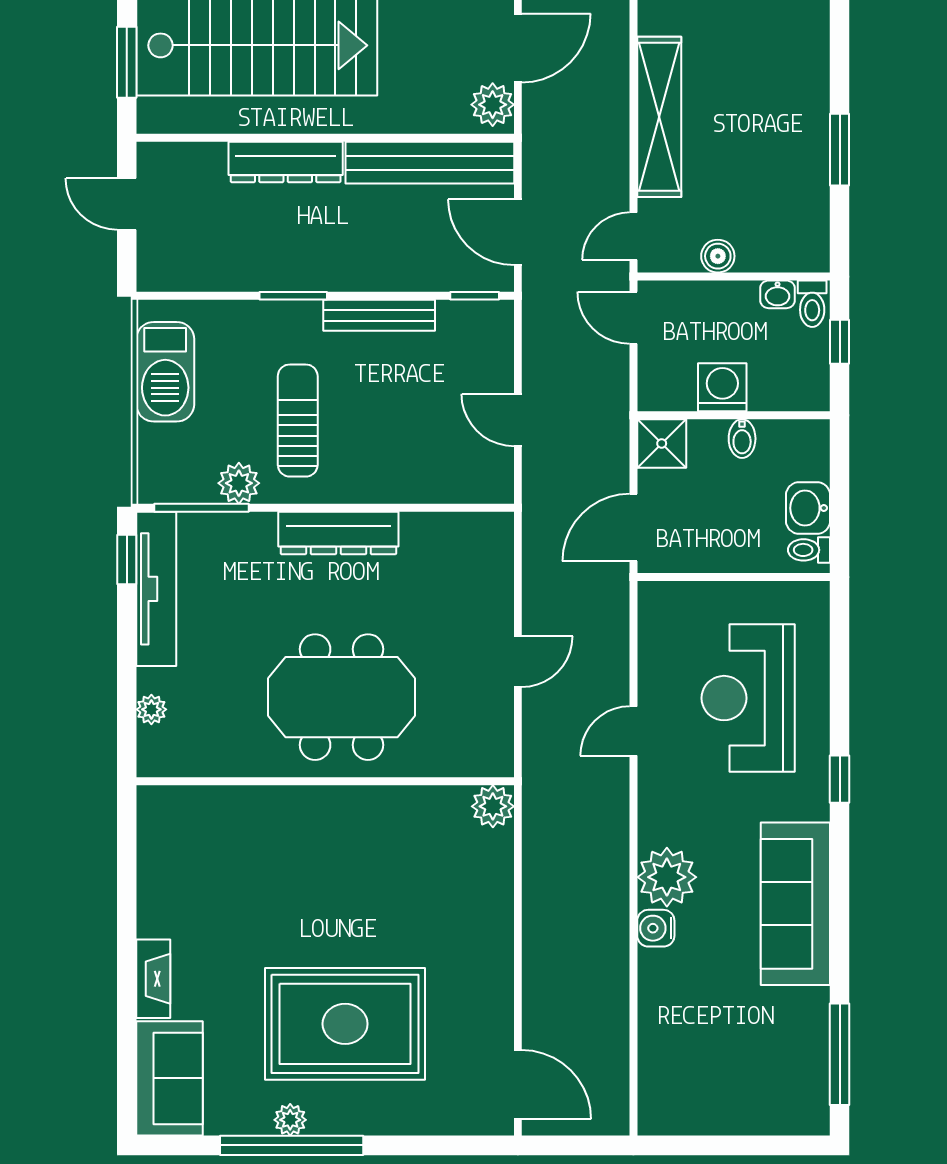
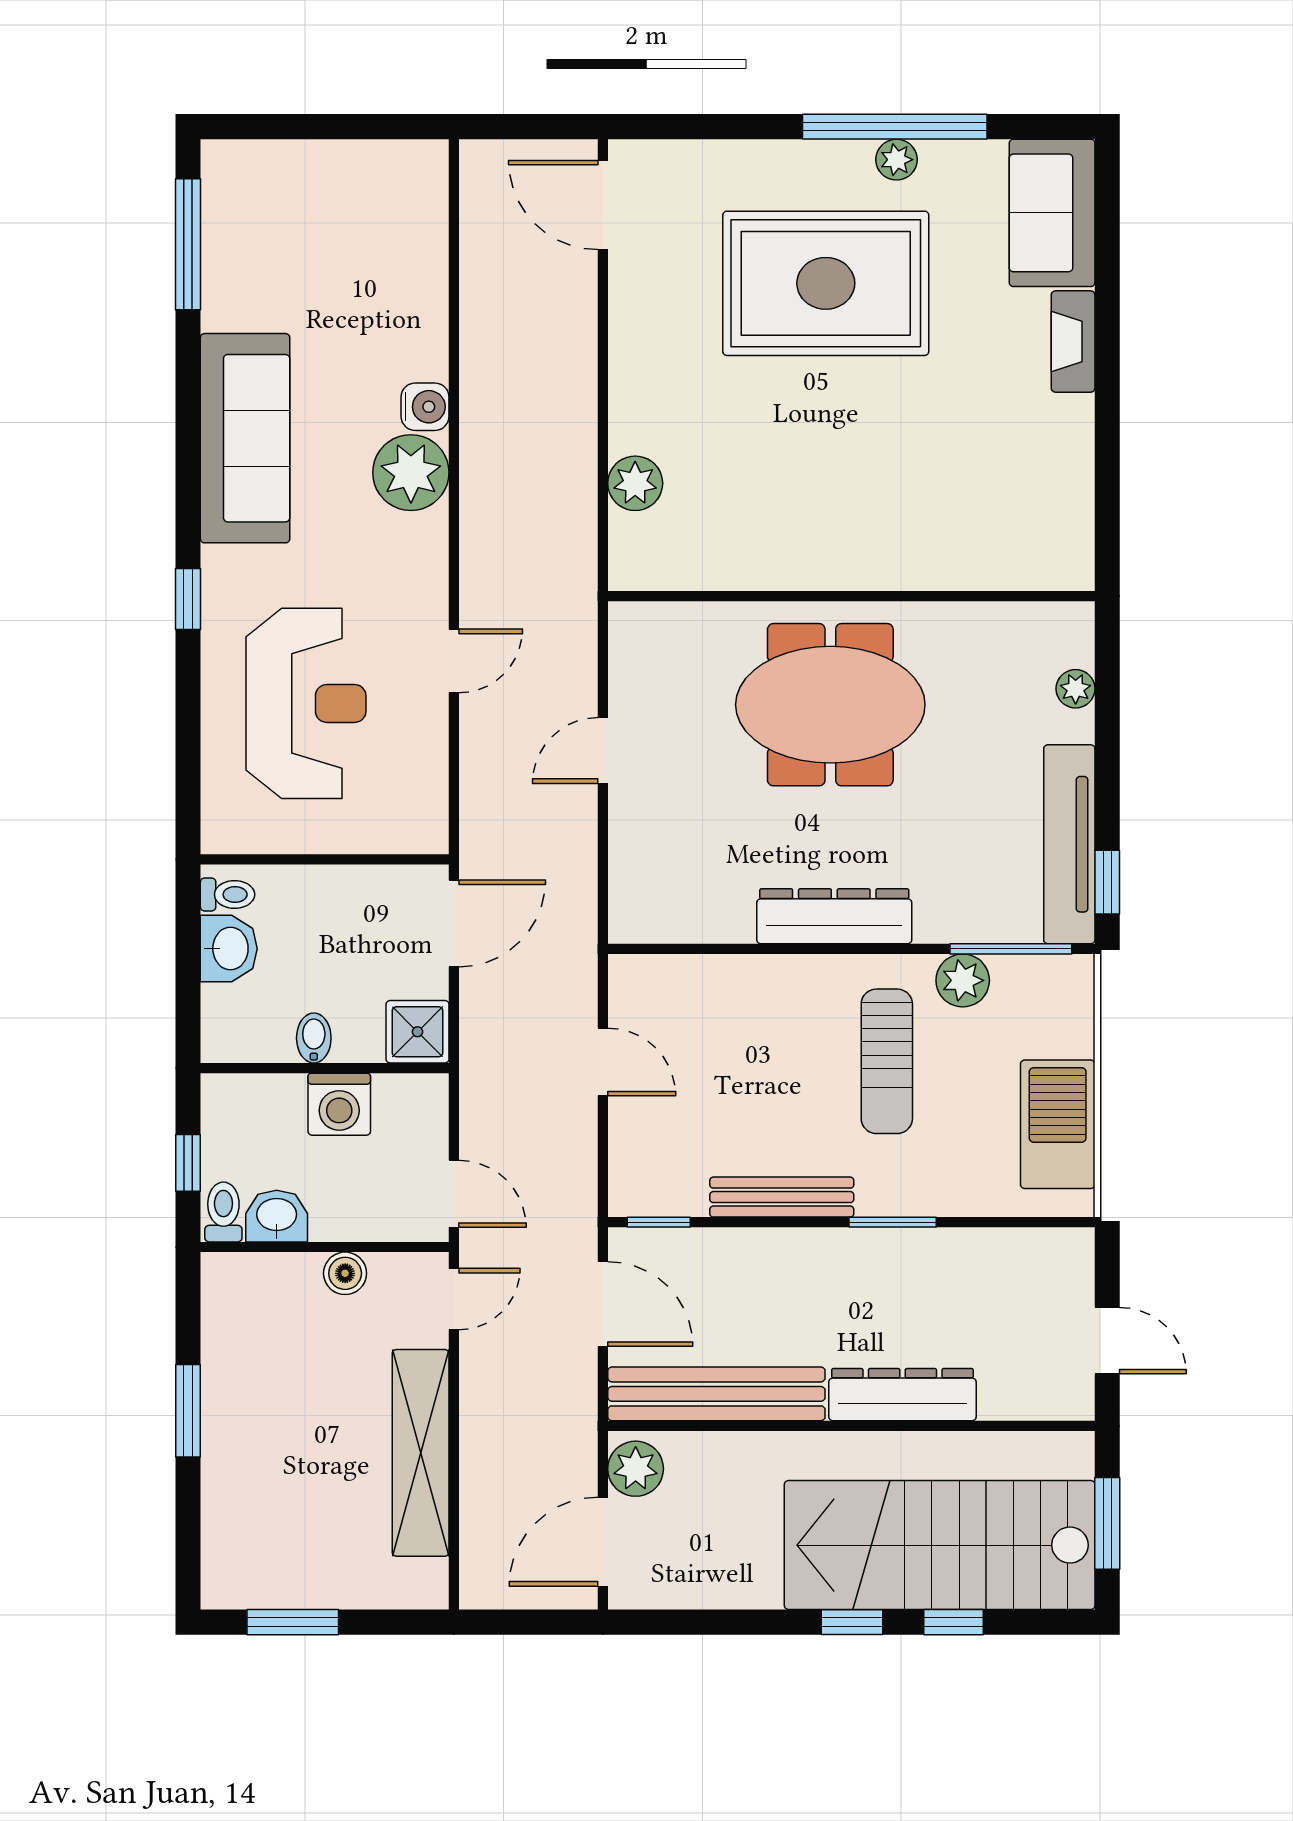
washbasin: (778, 294) -> (277, 1216), width x1.38, depth x1.45
plant: (493, 806) -> (635, 483), moved

